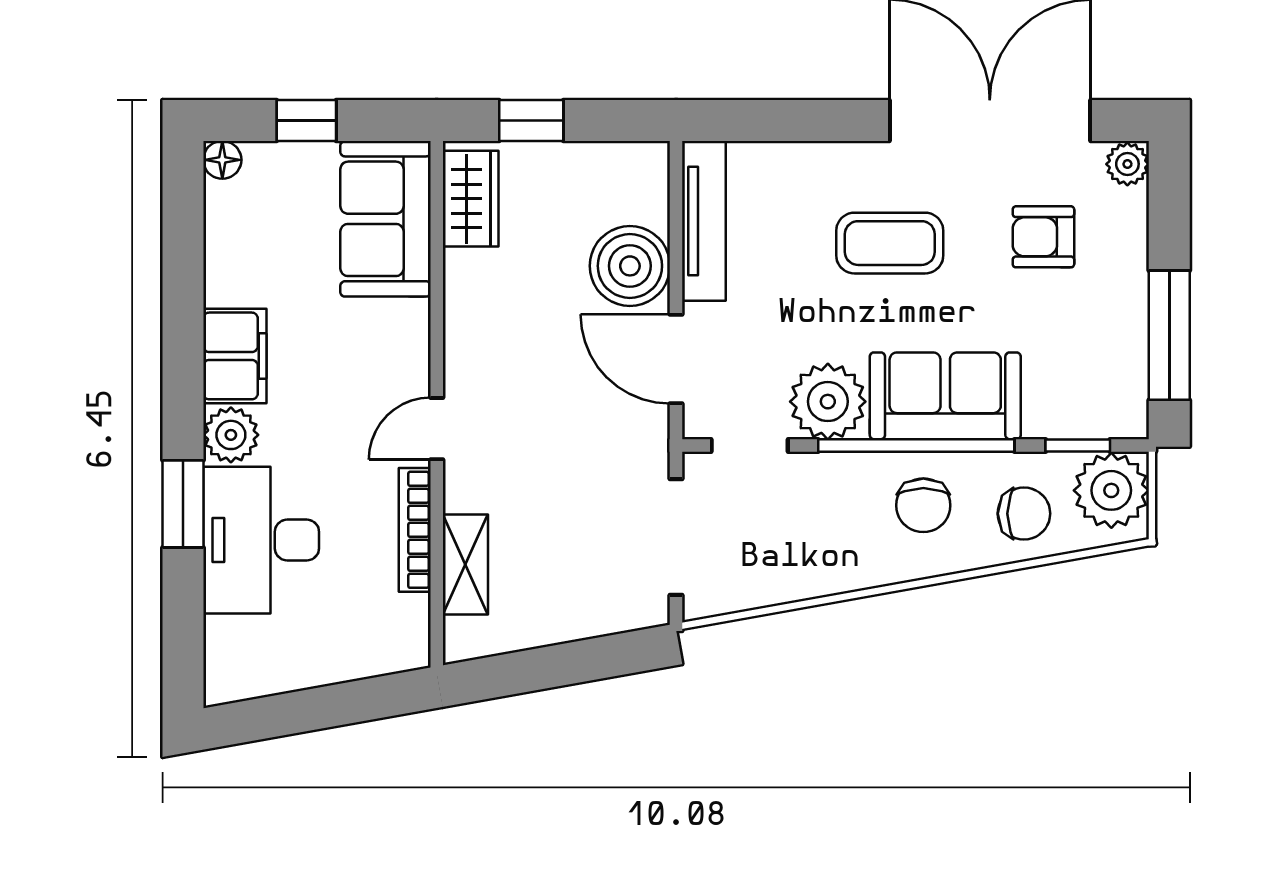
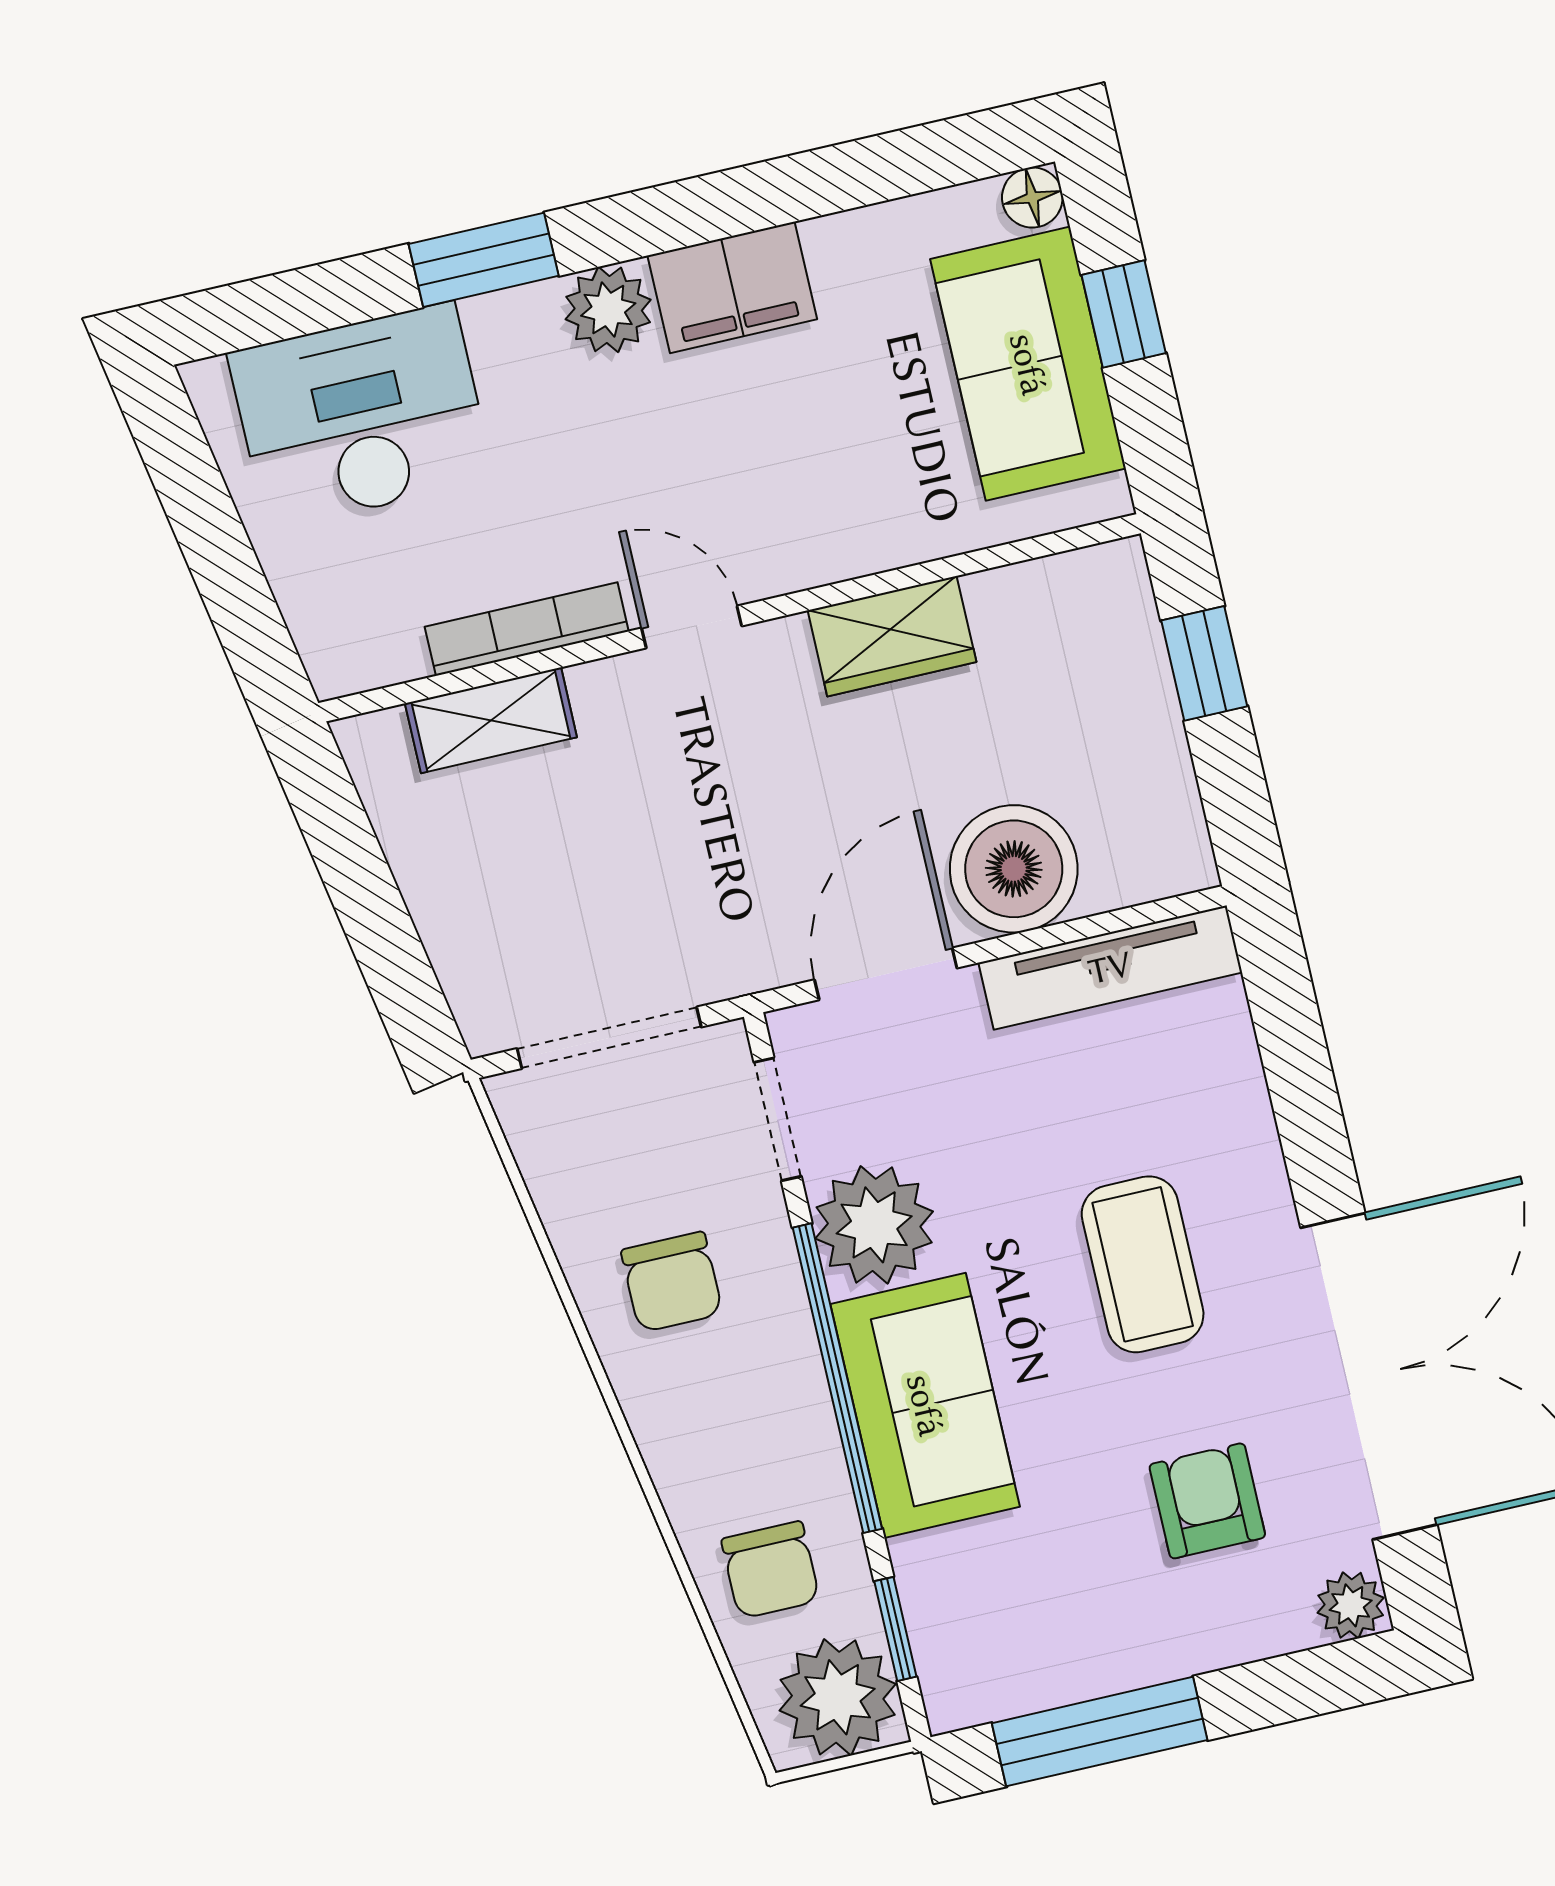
wardrobe: (471, 199) -> (892, 636), moved
sofa: (385, 219) -> (1028, 364), moved, turned -90
chair: (923, 505) -> (672, 1282), moved, turned -90
desk: (261, 540) -> (361, 416), moved

